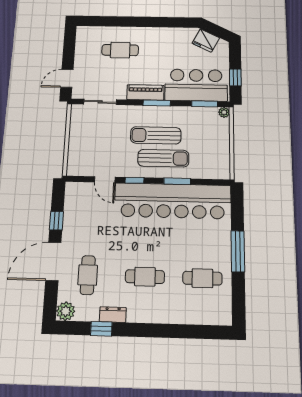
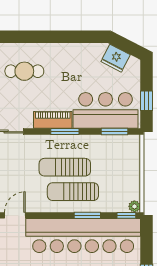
plant: (224, 112) -> (134, 206), moved
sun lounger: (163, 158) -> (73, 192), turned 180
door: (105, 180) -> (15, 215), swing flipped
window: (134, 180) -> (126, 215), moved

